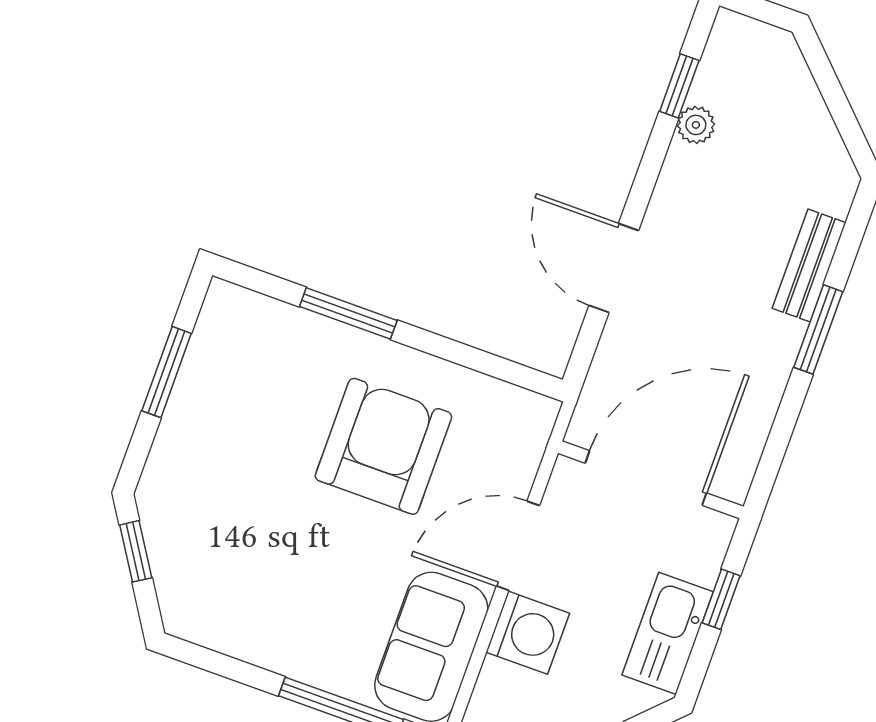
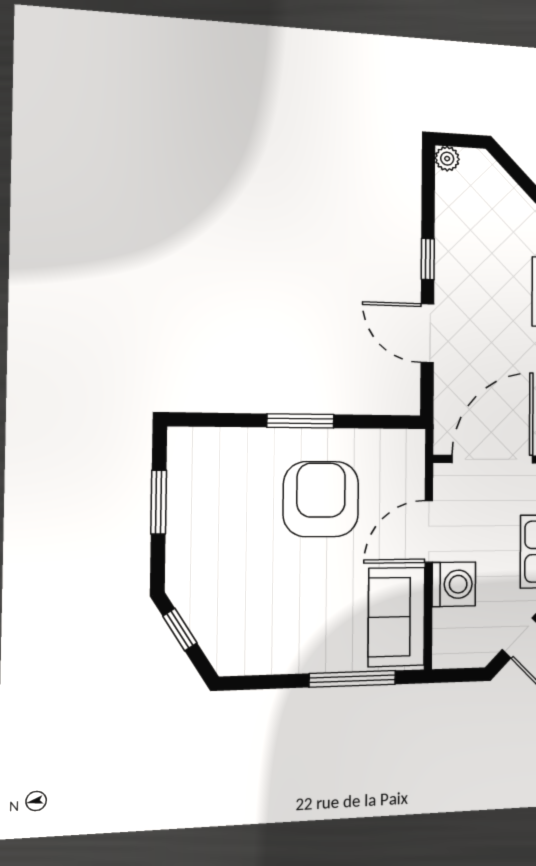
window: (679, 86) -> (428, 259), moved
plant: (696, 125) -> (447, 159), moved
window: (348, 313) -> (300, 421), moved

